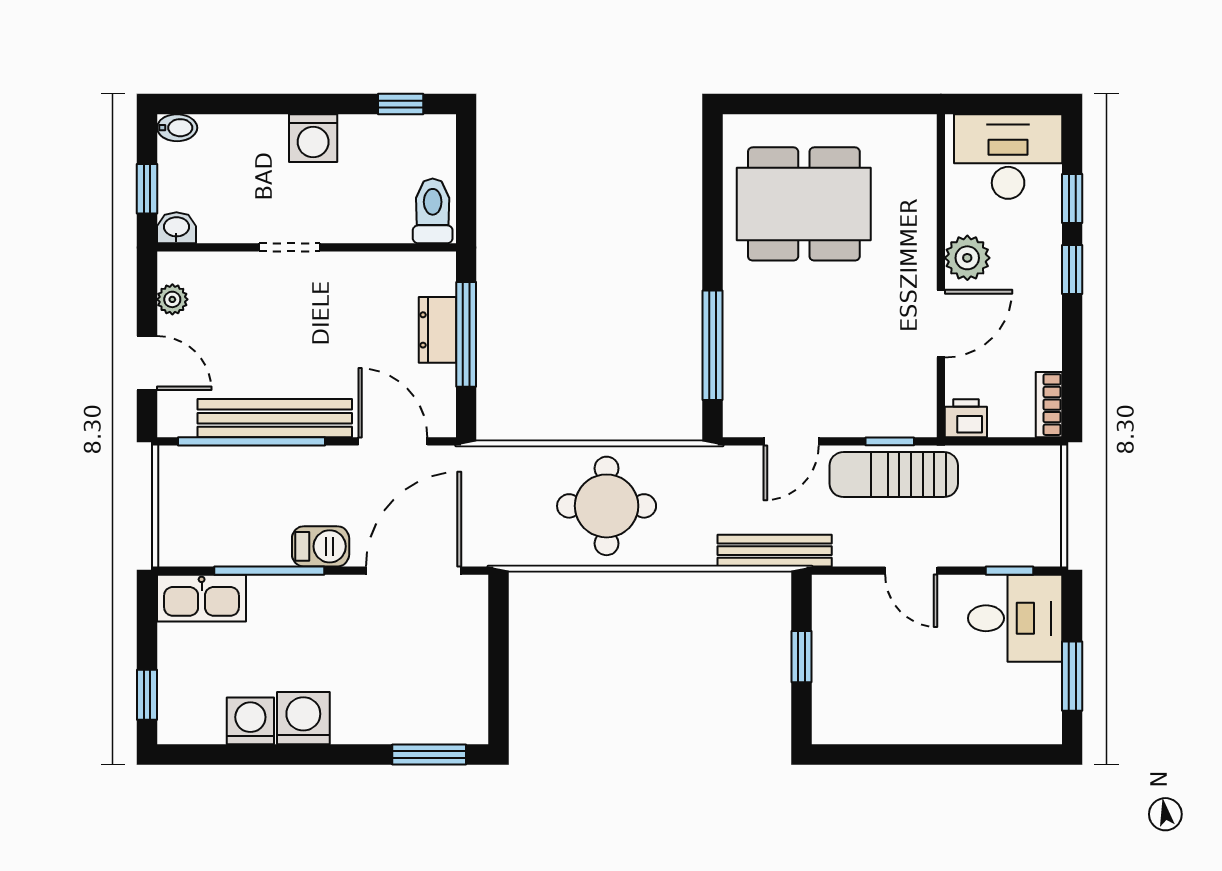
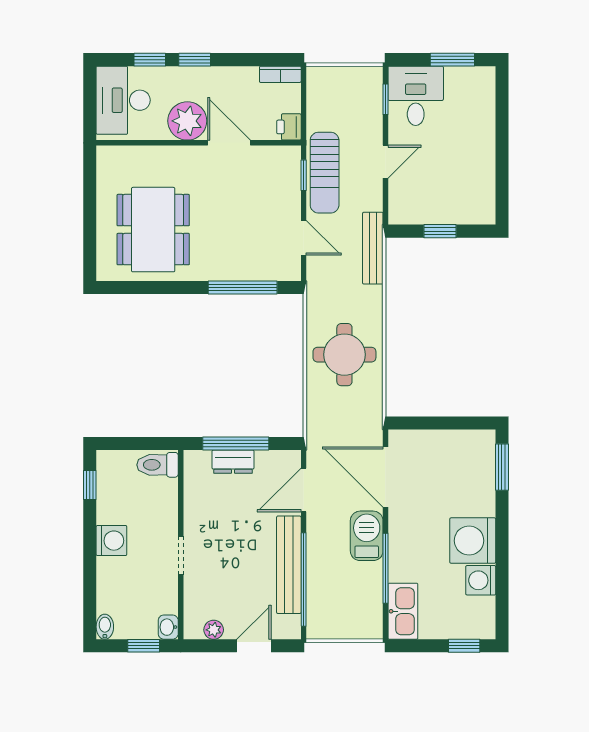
plant: (967, 258) -> (187, 121), width x1.36, depth x1.36
barbecue: (321, 546) -> (367, 536), width x1.38, depth x1.27
washing machine: (303, 718) -> (473, 541), width x1.37, depth x1.37

